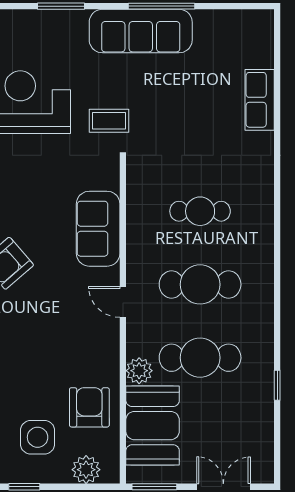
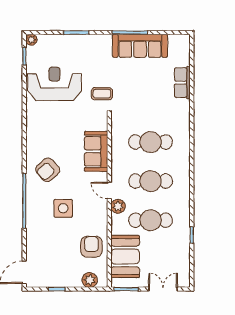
sofa: (141, 31) -> (140, 46), moved
cafe table: (200, 211) -> (151, 142), width x1.37, depth x1.35
plant: (139, 371) -> (118, 206), moved
side table: (38, 437) -> (63, 208), moved

